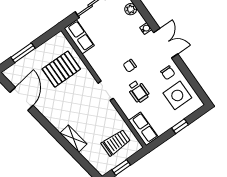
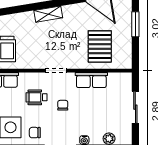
row of seats: (79, 37) -> (91, 80), moved
shelving: (74, 139) -> (48, 14), moved

